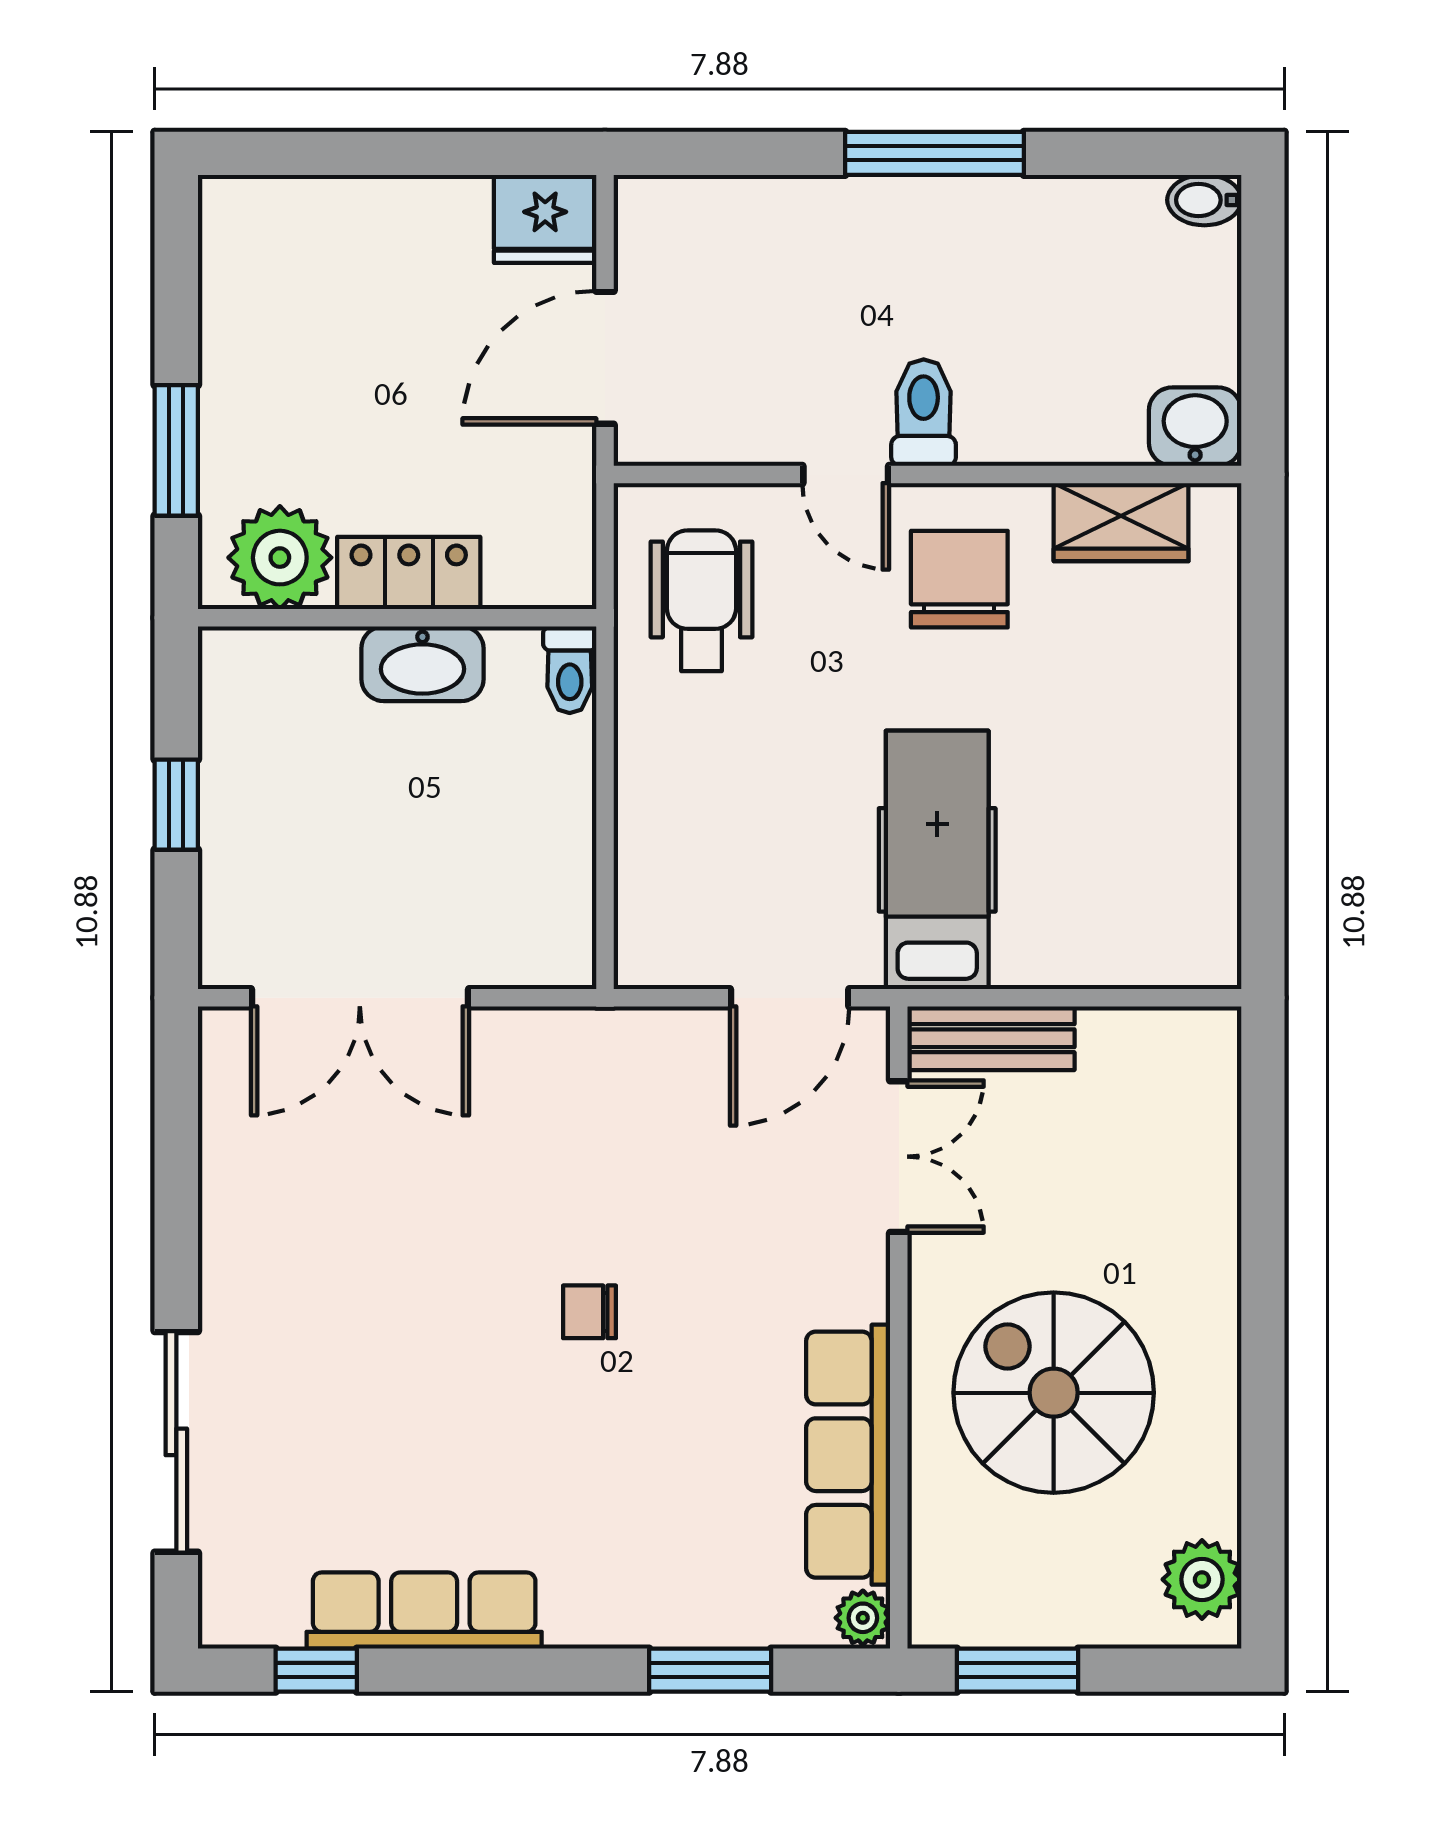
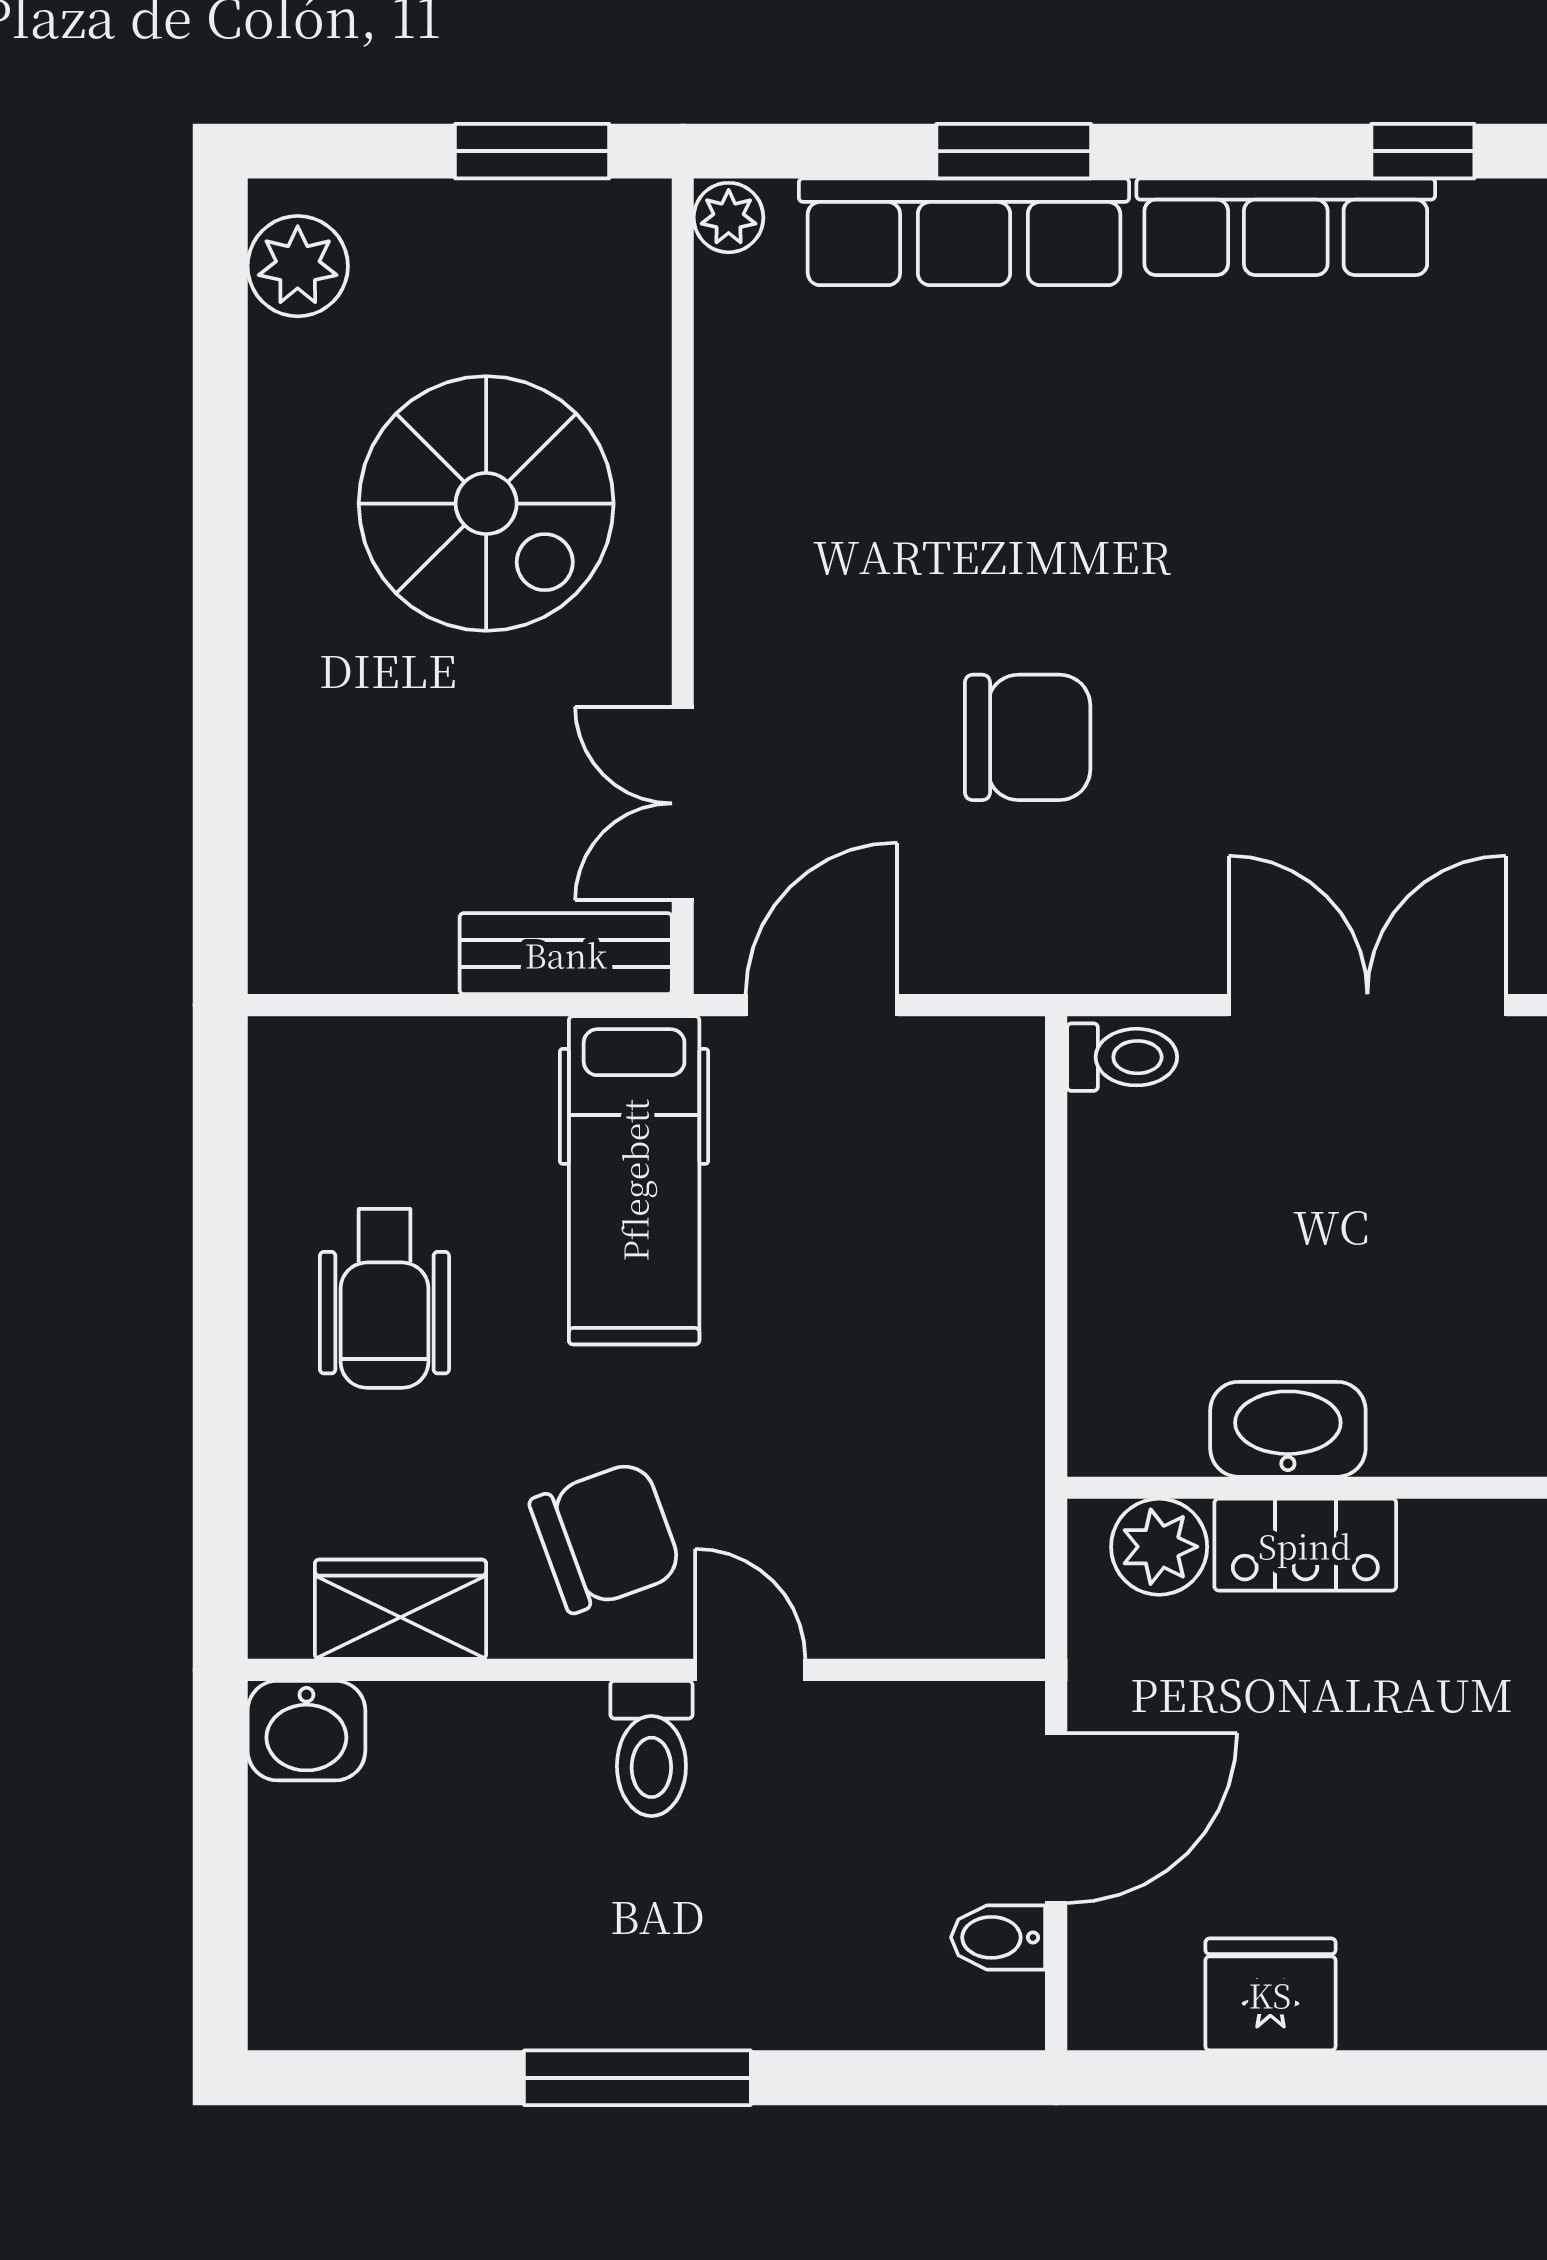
bidet: (1204, 200) -> (998, 1937), moved, turned 180
fridge: (545, 219) -> (1270, 1994), moved
plant: (280, 558) -> (1159, 1547), moved, width x0.73, depth x0.73
chair: (959, 579) -> (606, 1537), turned -110
wheelchair: (701, 601) -> (384, 1298), moved
toilet: (570, 670) -> (1122, 1057), moved, turned 90
chair: (589, 1312) -> (1028, 737), moved, width x1.87, depth x1.87
row of seats: (848, 1455) -> (964, 232), moved, turned 90
window: (710, 1670) -> (1014, 151), moved

